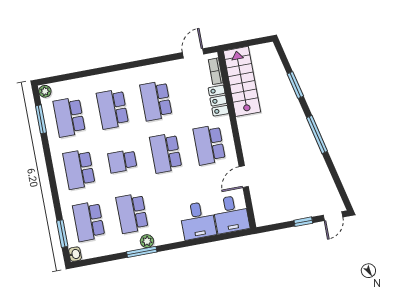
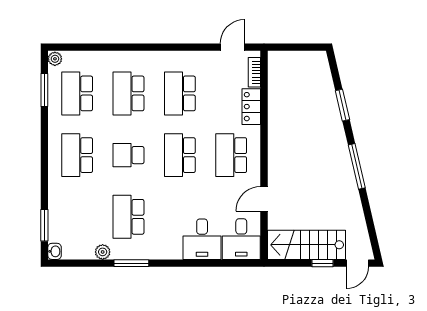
stairs: (242, 81) -> (306, 245), moved, turned -90
school desk: (89, 221) -> (77, 217), removed
plant: (147, 241) -> (103, 252), moved

